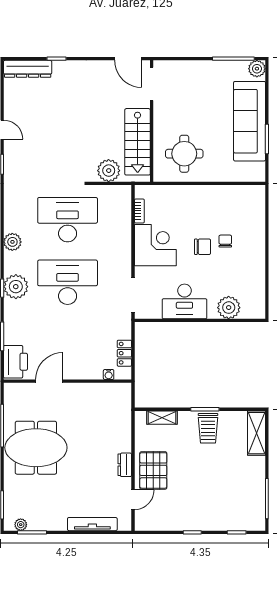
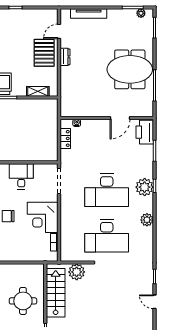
round table: (184, 154) -> (23, 301), moved
desk: (184, 301) -> (21, 176), width x0.73

